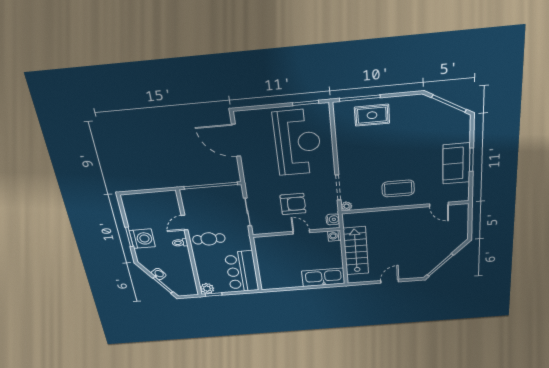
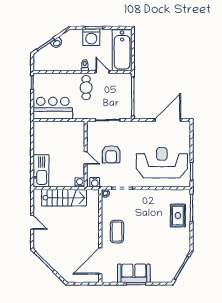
reception desk: (298, 142) -> (162, 163), turned 180
bathtub: (151, 203) -> (122, 50), added
door: (439, 204) -> (100, 261), width x1.87
door: (301, 232) -> (86, 158), hinge flipped
plant: (207, 289) -> (39, 78), removed

